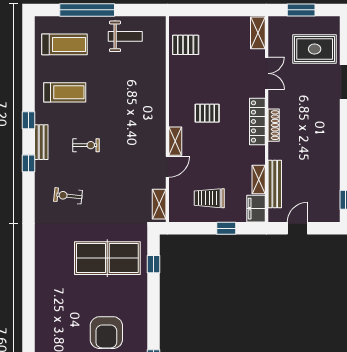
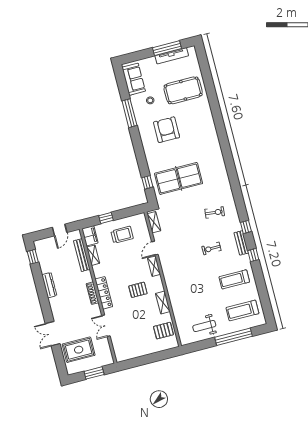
shelving: (258, 33) -> (163, 303), moved
dresser: (333, 153) -> (49, 285), added

